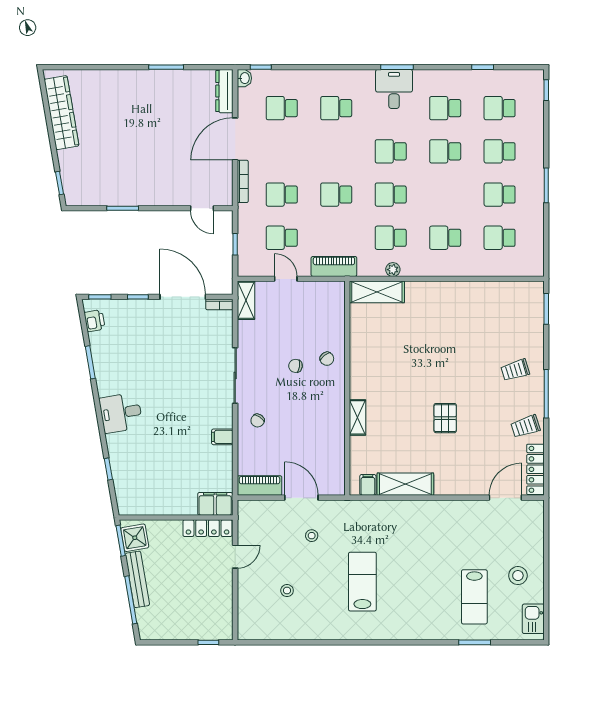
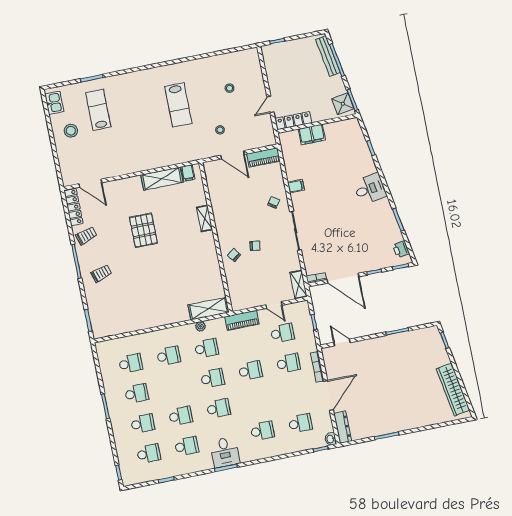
pallet: (445, 418) -> (143, 230), width x1.50, depth x1.42
door: (505, 498) -> (90, 183), hinge flipped
filing cabinet: (215, 504) -> (312, 135), moved
bench: (137, 579) -> (328, 56), moved

